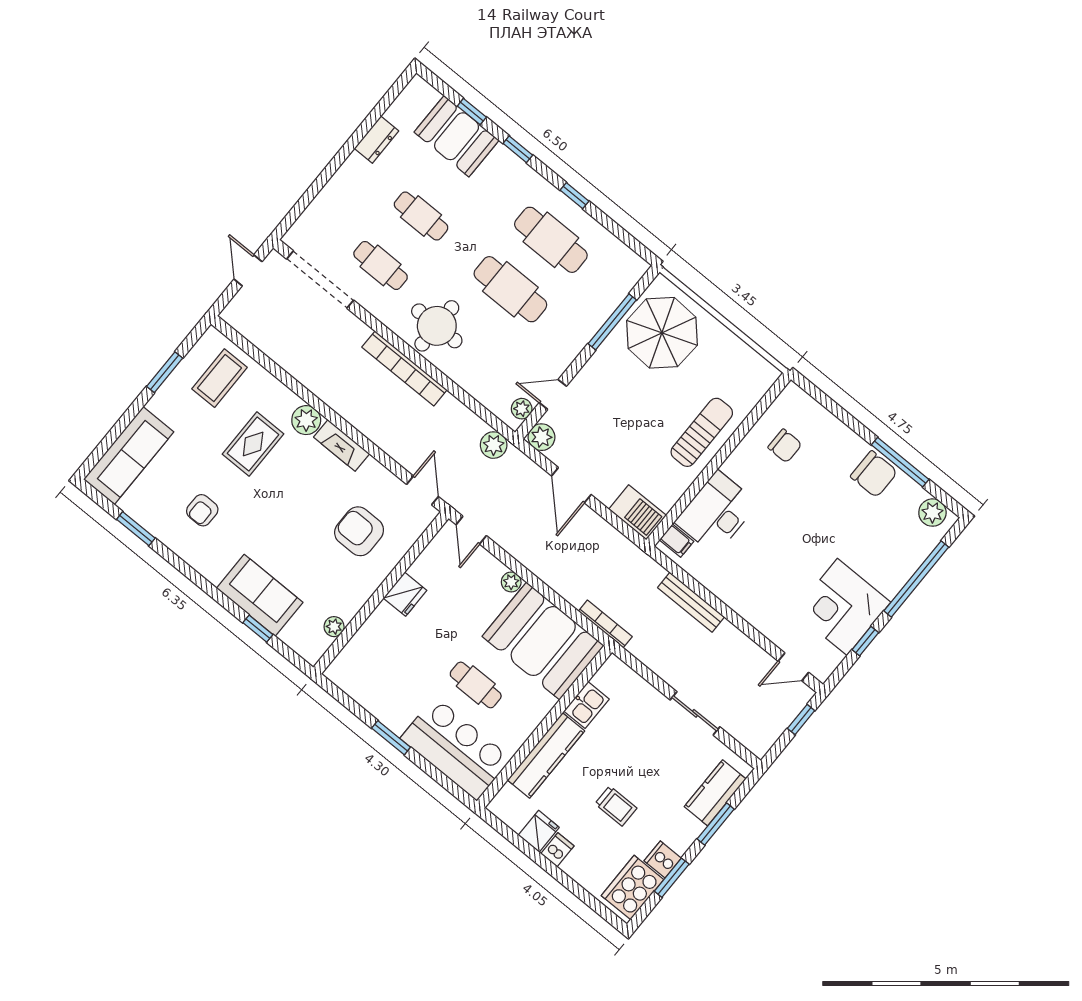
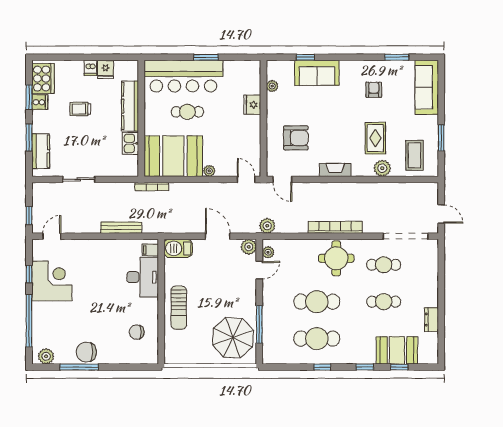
plant: (306, 420) -> (382, 168), moved
fridge: (405, 594) -> (252, 105), moved
bar counter: (456, 749) -> (183, 76), width x1.36

